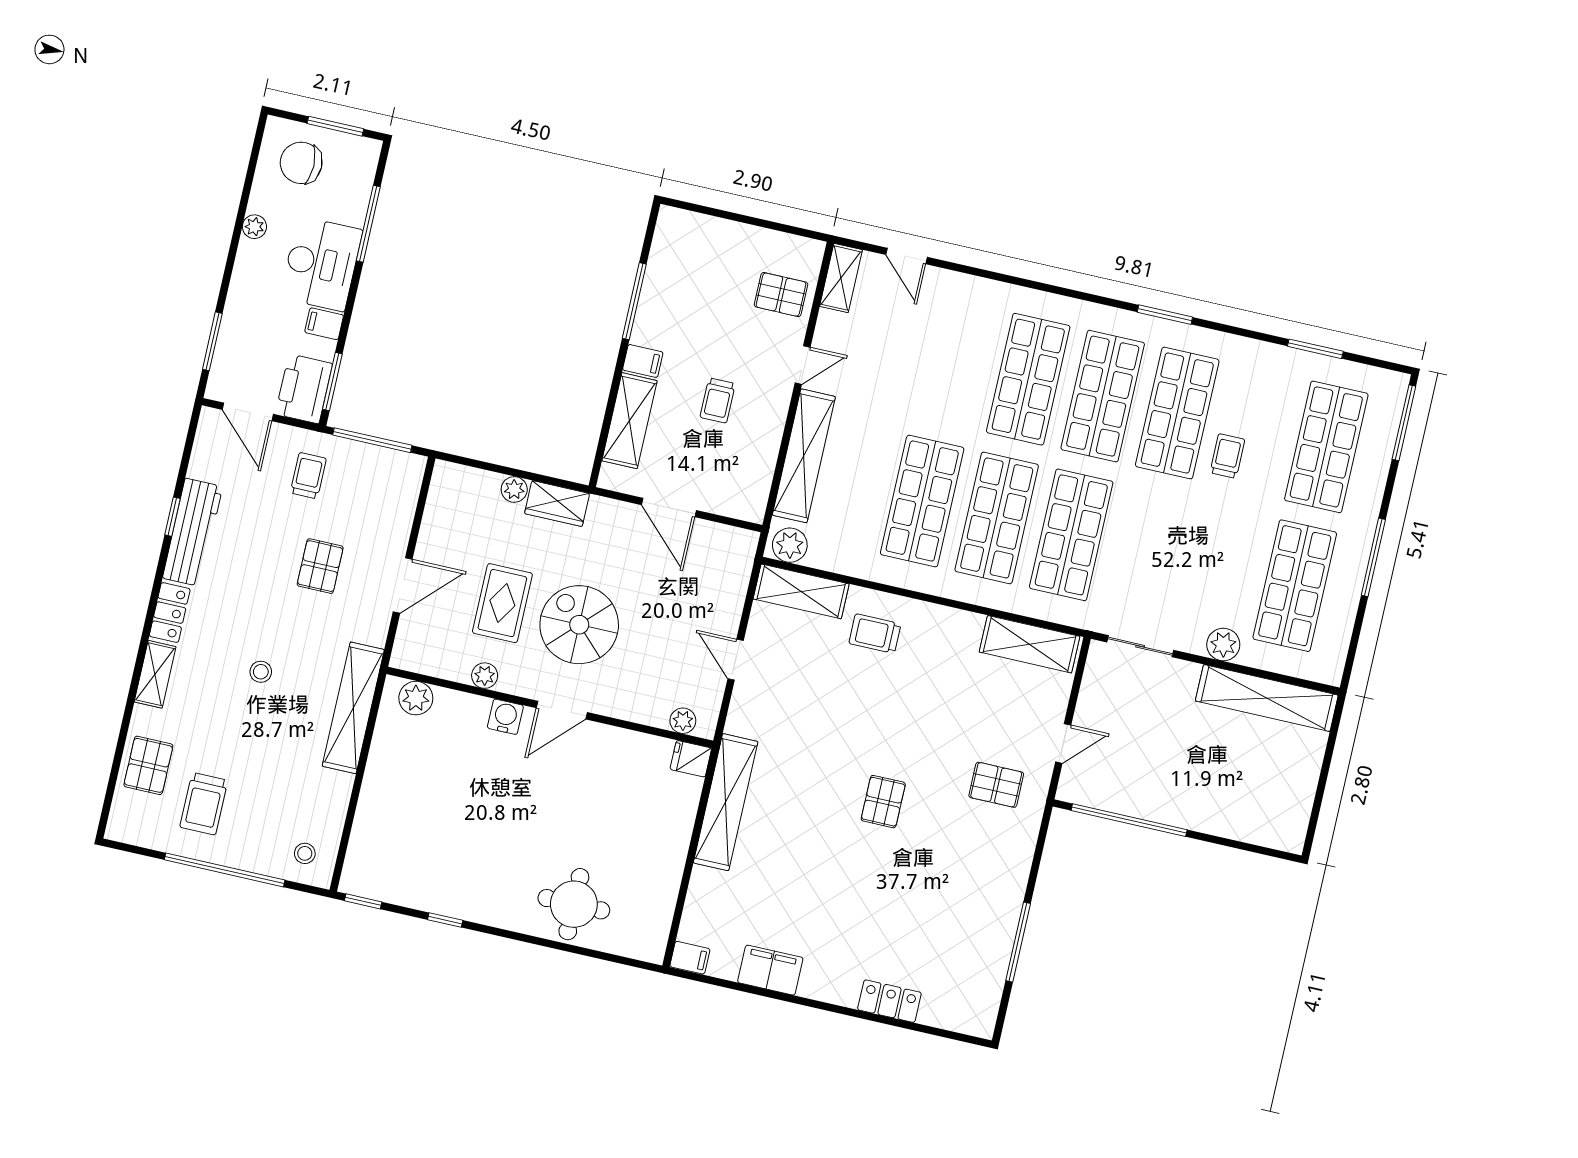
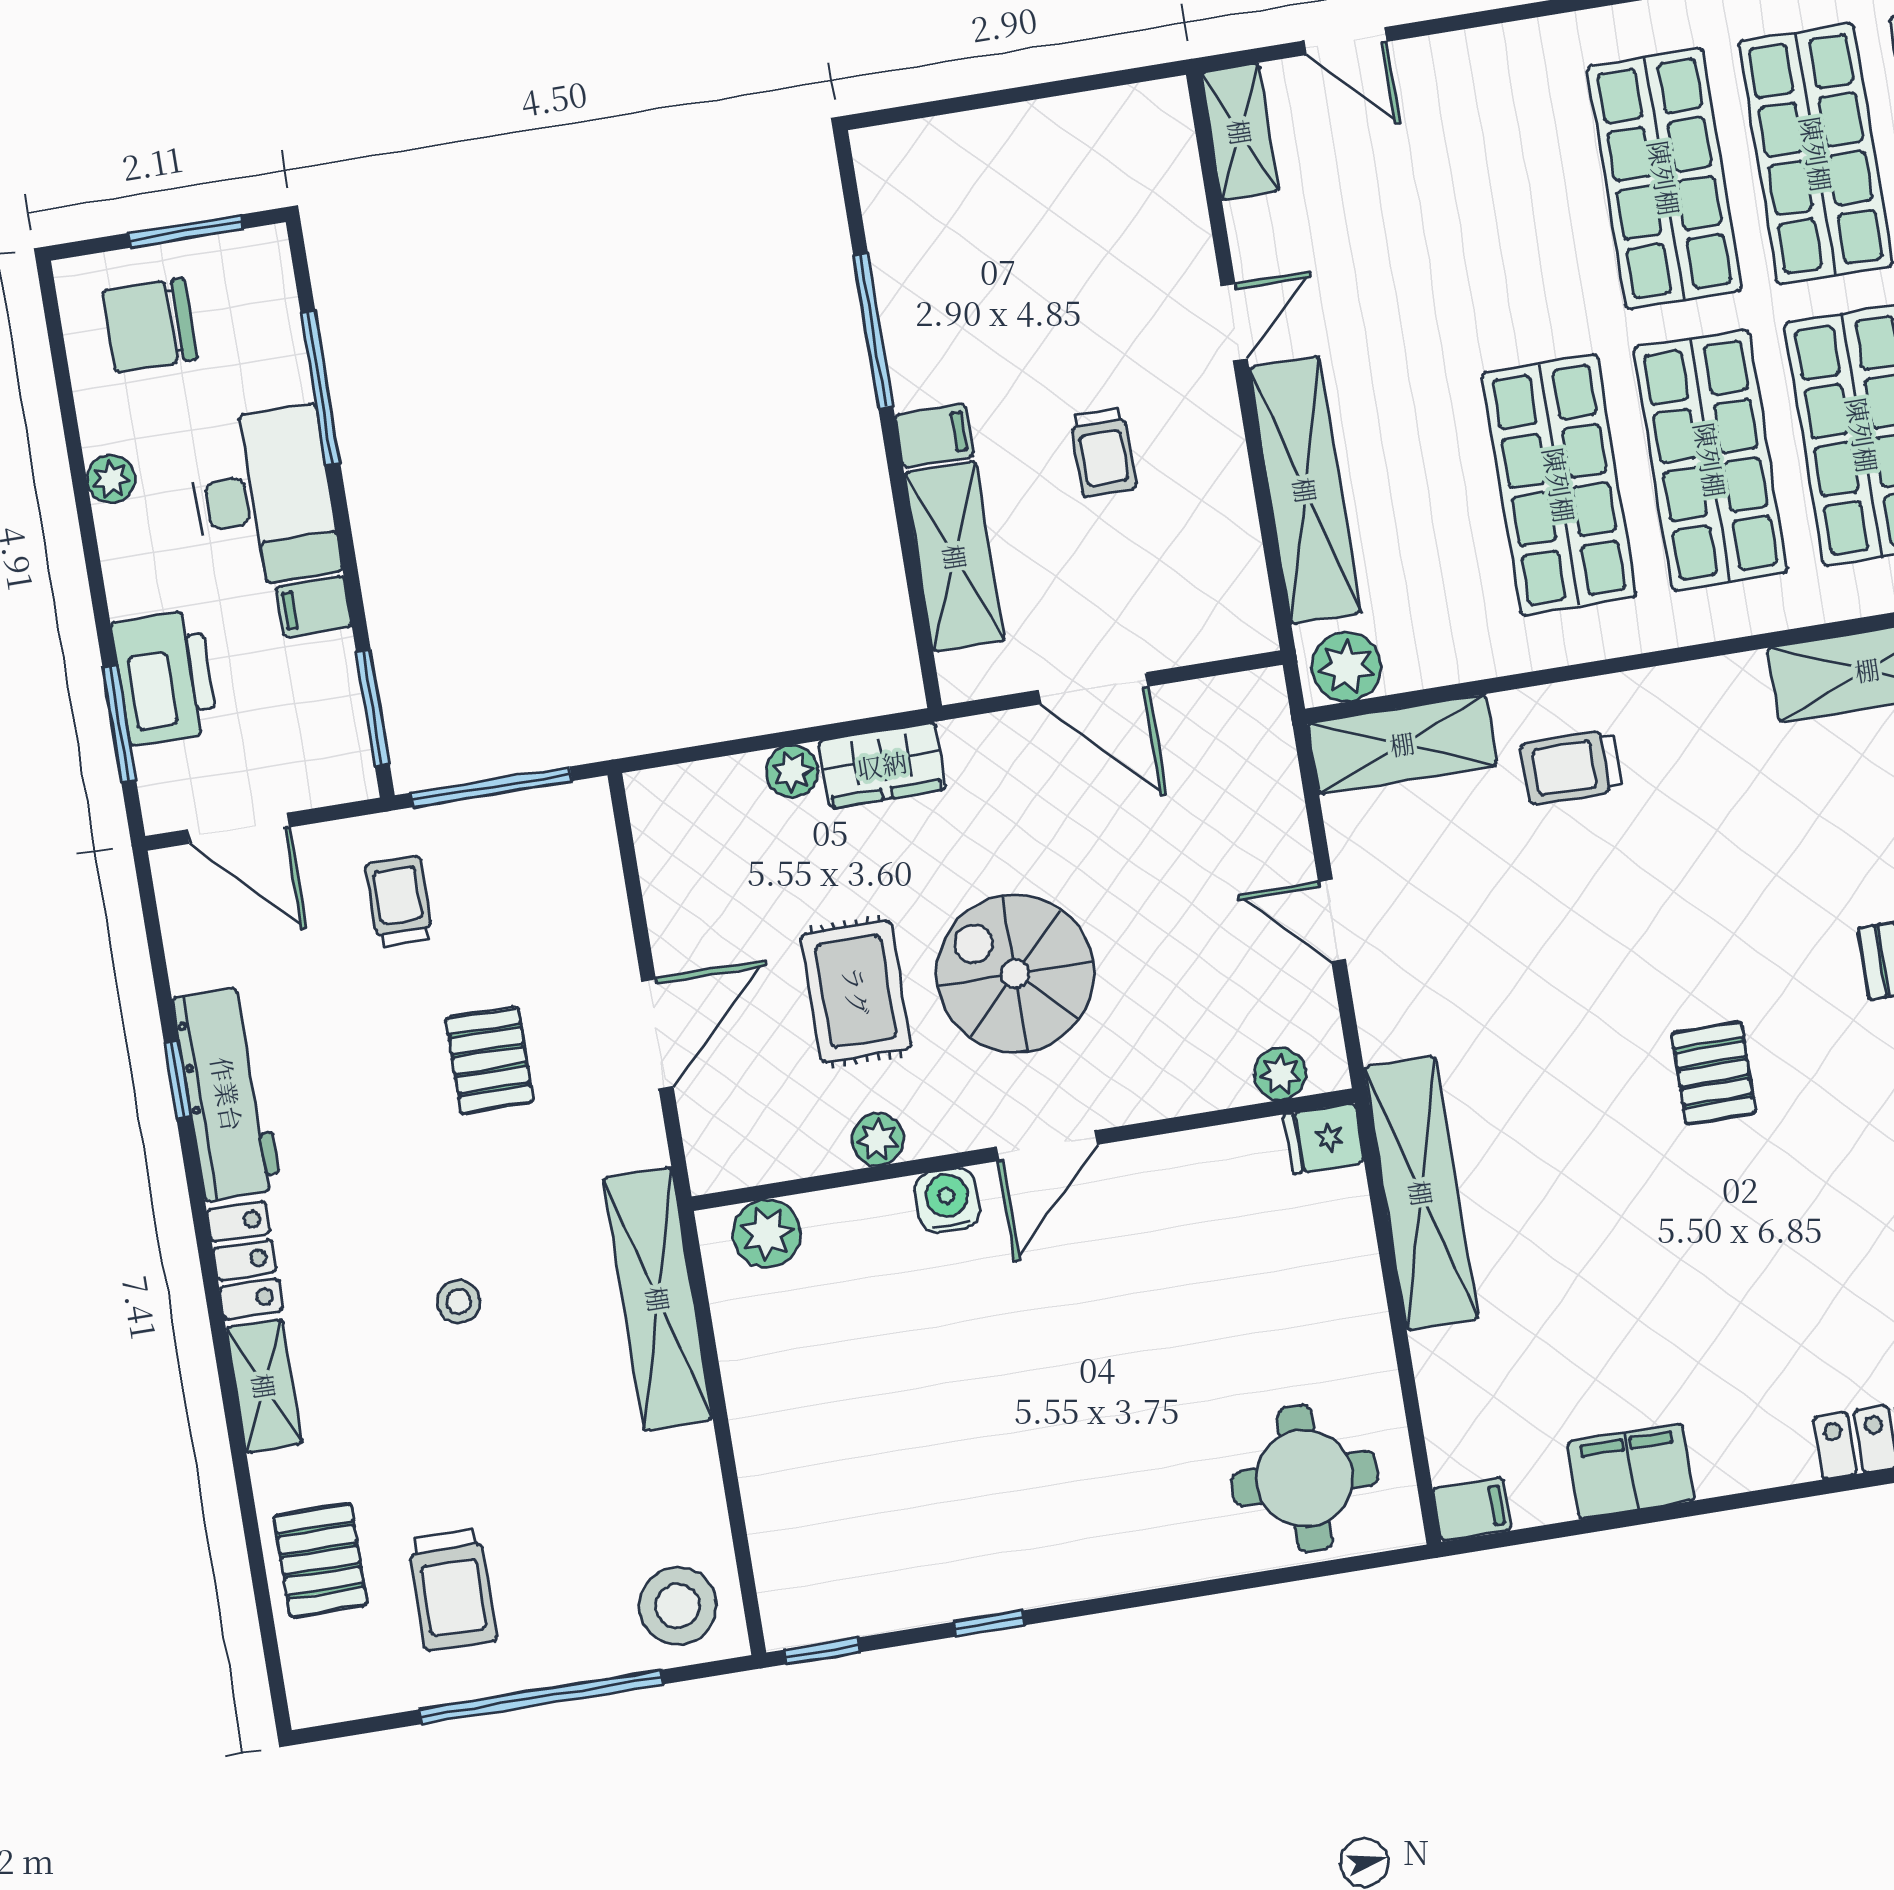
pallet: (781, 295) -> (1141, 208), removed
printer: (304, 389) -> (165, 677), moved, turned 180
stool: (305, 853) -> (678, 1606), width x1.89, depth x1.89
round table: (574, 904) -> (1305, 1478), moved

